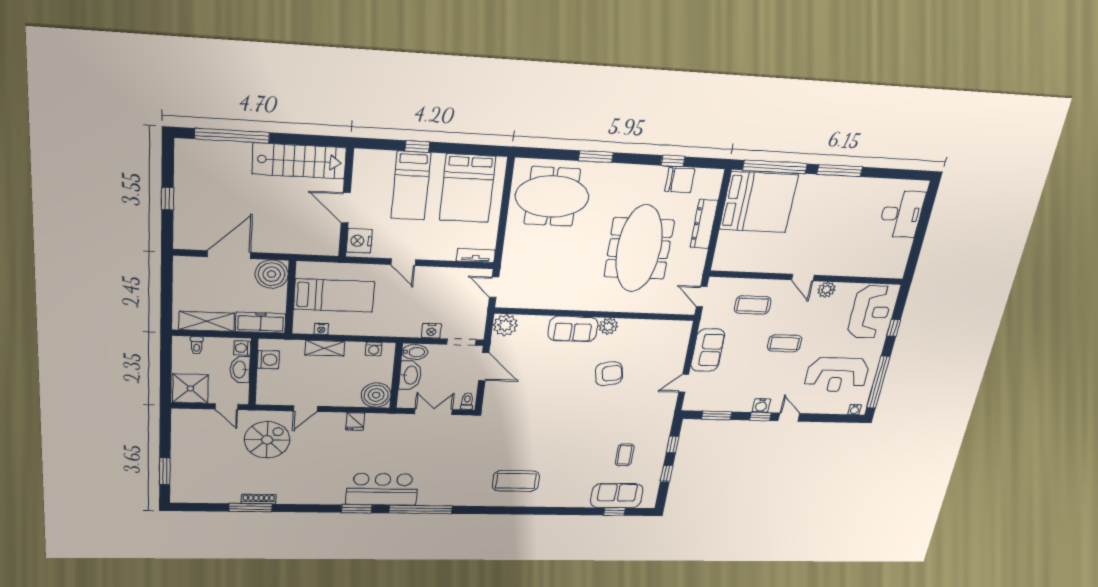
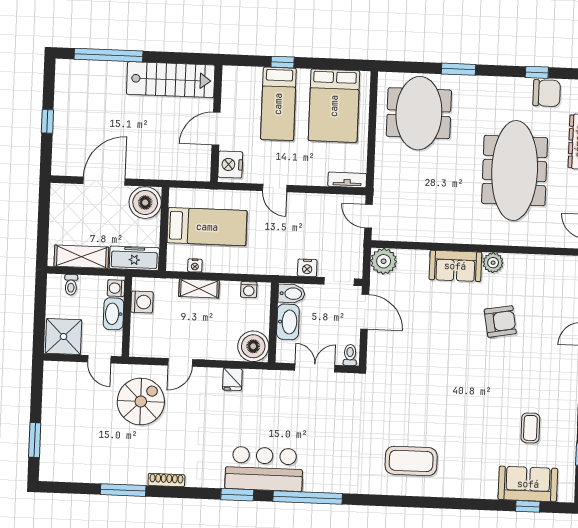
meeting table: (552, 197) -> (419, 113), turned 90
door: (346, 208) -> (216, 129), hinge flipped
shoe rack: (259, 499) -> (166, 480), moved

